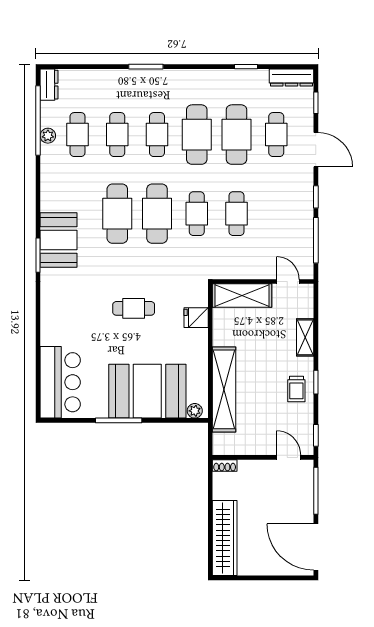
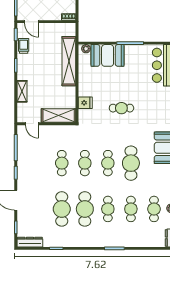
cafe table: (276, 135) -> (39, 209), removed
cafe table: (157, 214) -> (108, 163), width x0.73, depth x0.74
trolley: (296, 389) -> (24, 46), moved
booth: (147, 391) -> (108, 55), width x0.73, depth x0.70

